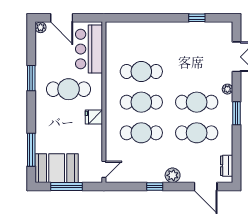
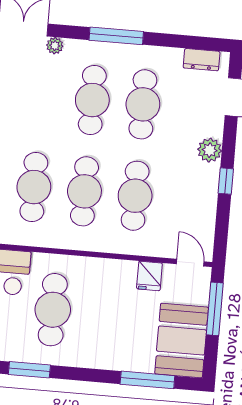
plant: (227, 89) -> (55, 46), moved
window: (236, 113) -> (116, 36), width x1.44
fridge: (94, 117) -> (149, 276), moved
window: (66, 187) -> (215, 309), moved

